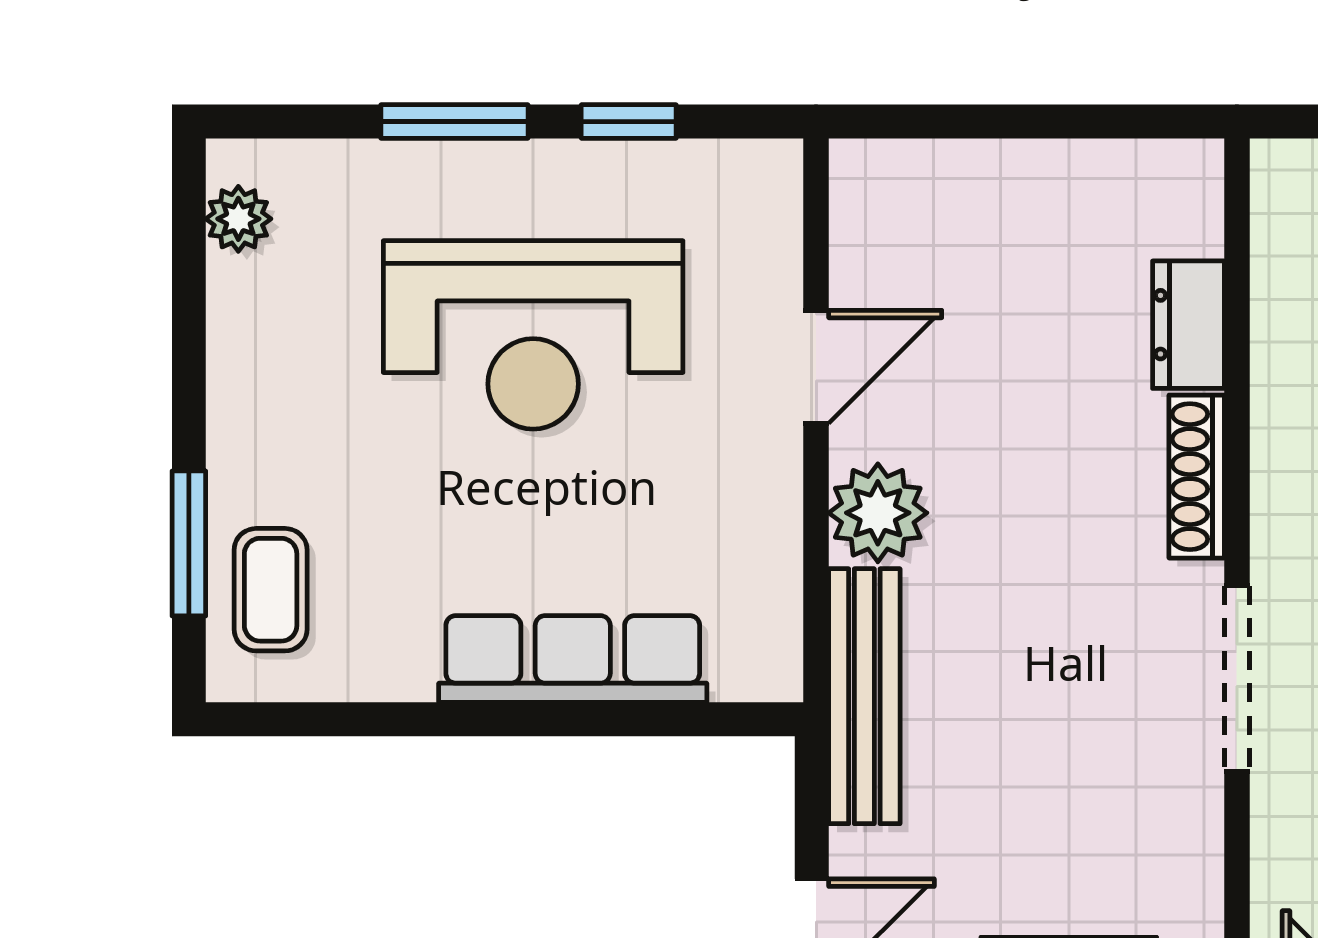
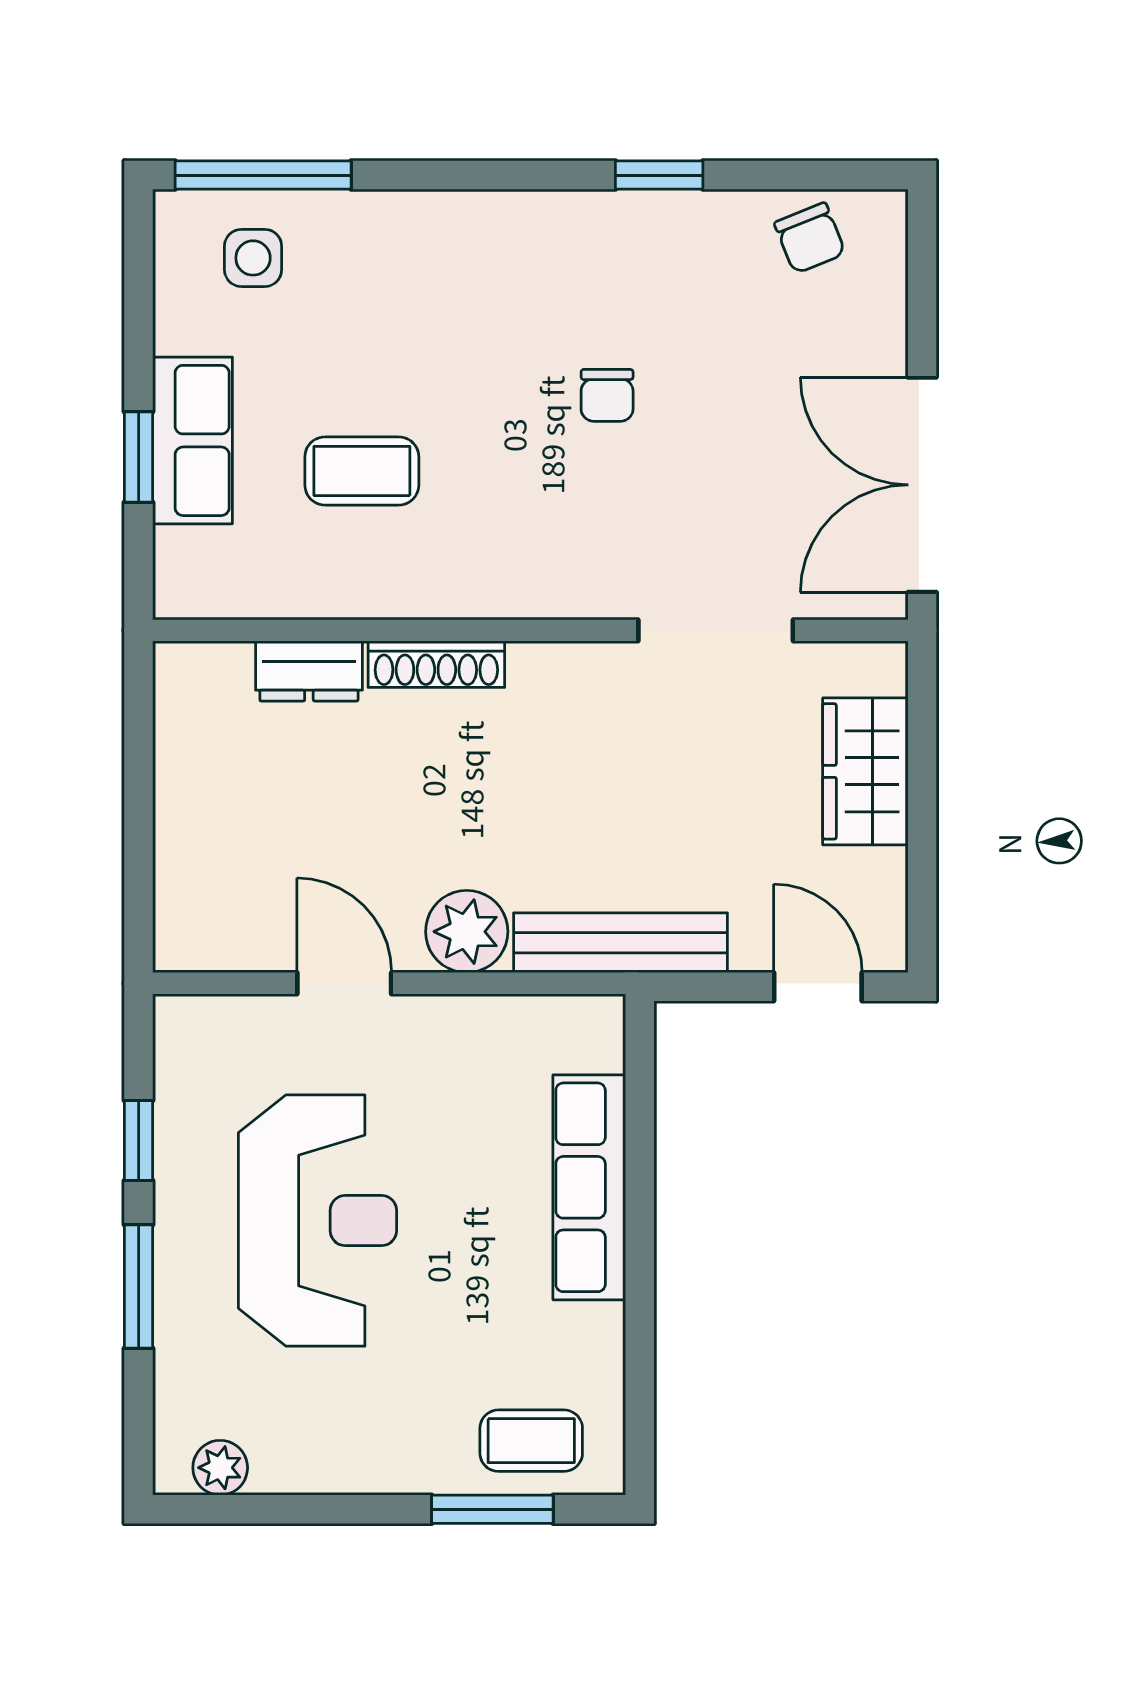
doorway: (1237, 679) -> (716, 630), moved

